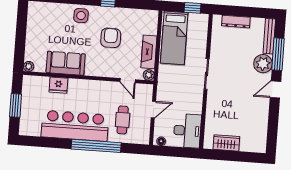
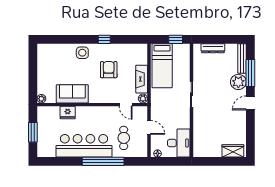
door: (153, 110) -> (149, 127), hinge flipped
wardrobe: (226, 143) -> (233, 151), moved

